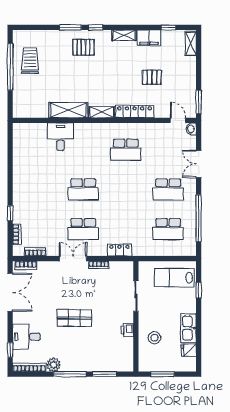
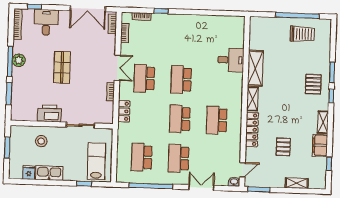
shelving: (191, 44) -> (297, 183), moved
school desk: (126, 189) -> (180, 119), added
printer: (127, 330) -> (49, 113), width x1.87, depth x1.48
plant: (54, 365) -> (19, 60), moved

